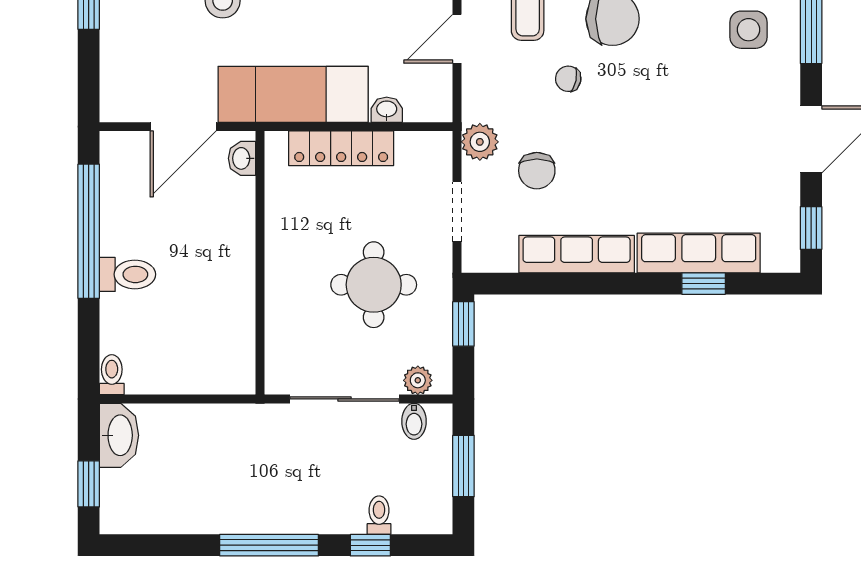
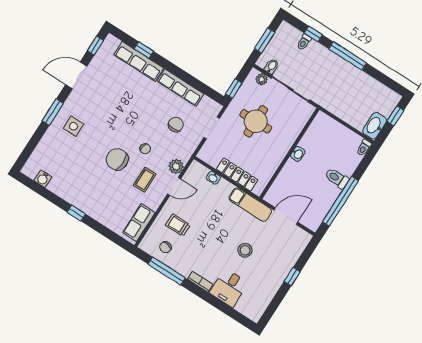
exam couch: (293, 94) -> (250, 205), width x0.73, depth x0.69
plant: (480, 142) -> (176, 166), moved
washbasin: (242, 158) -> (298, 154), moved

